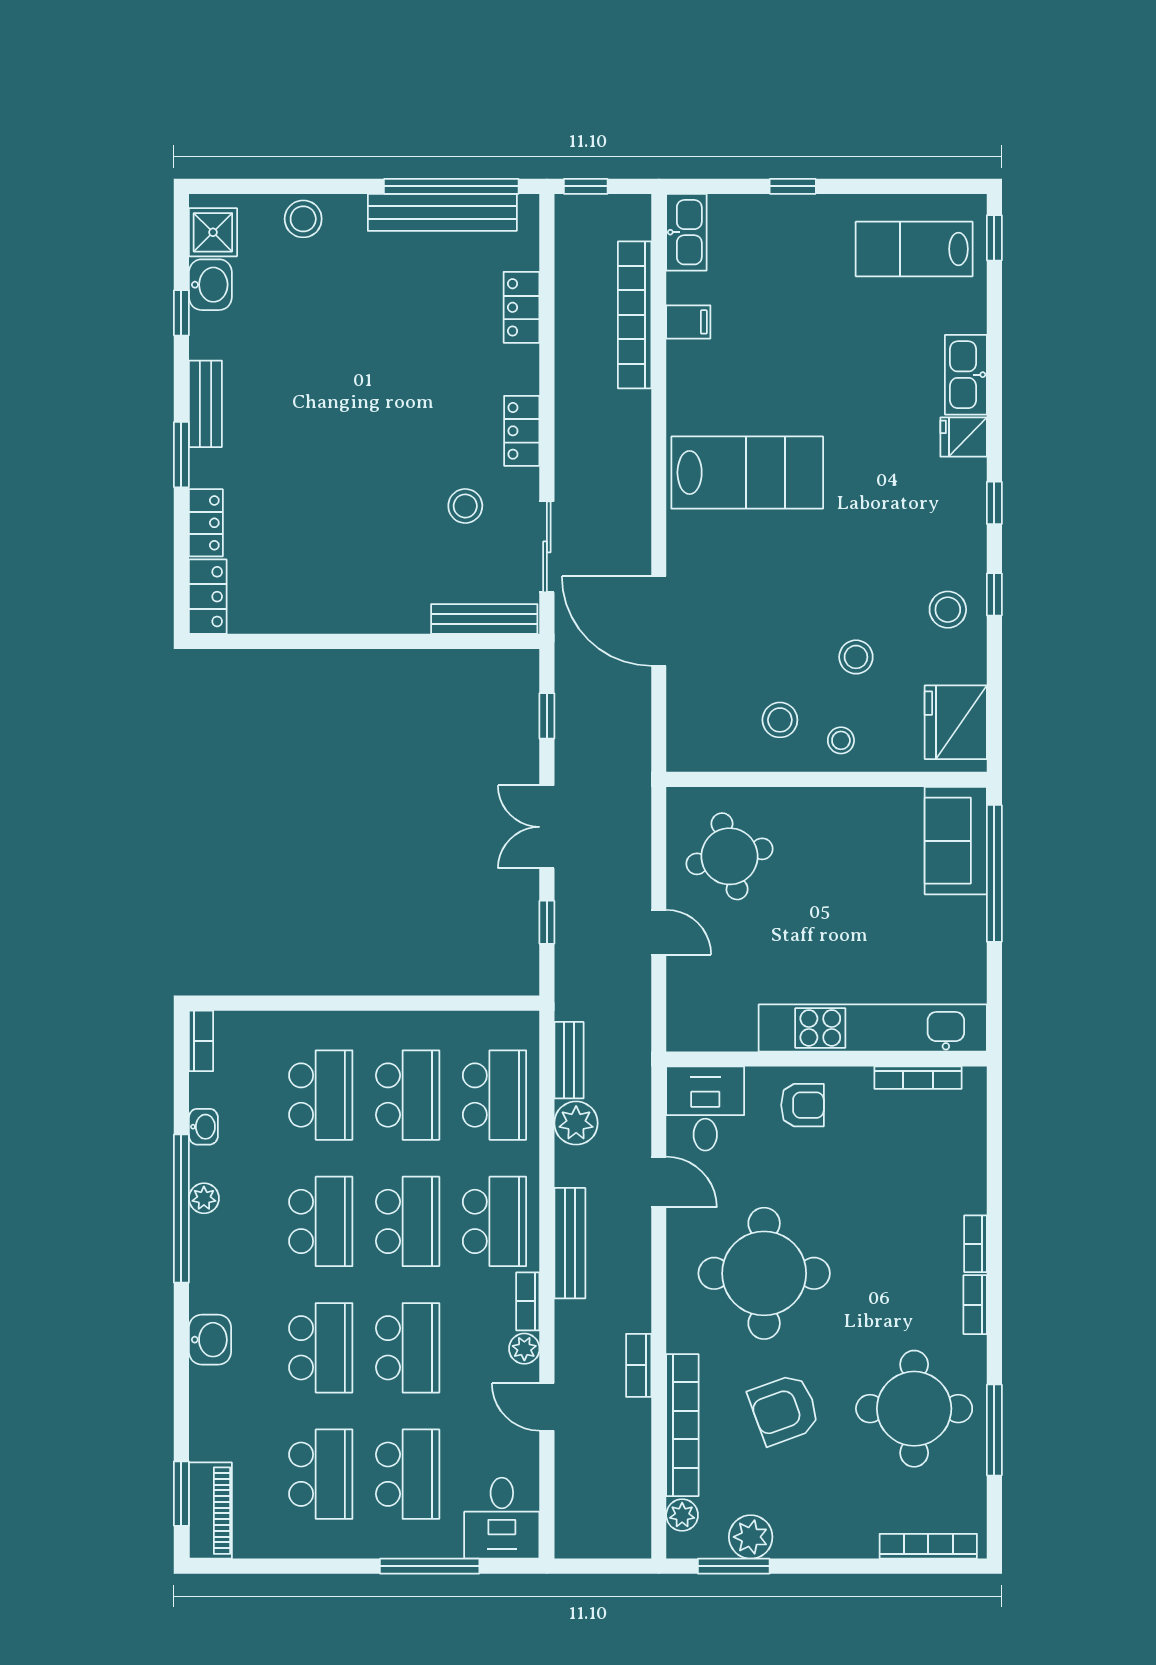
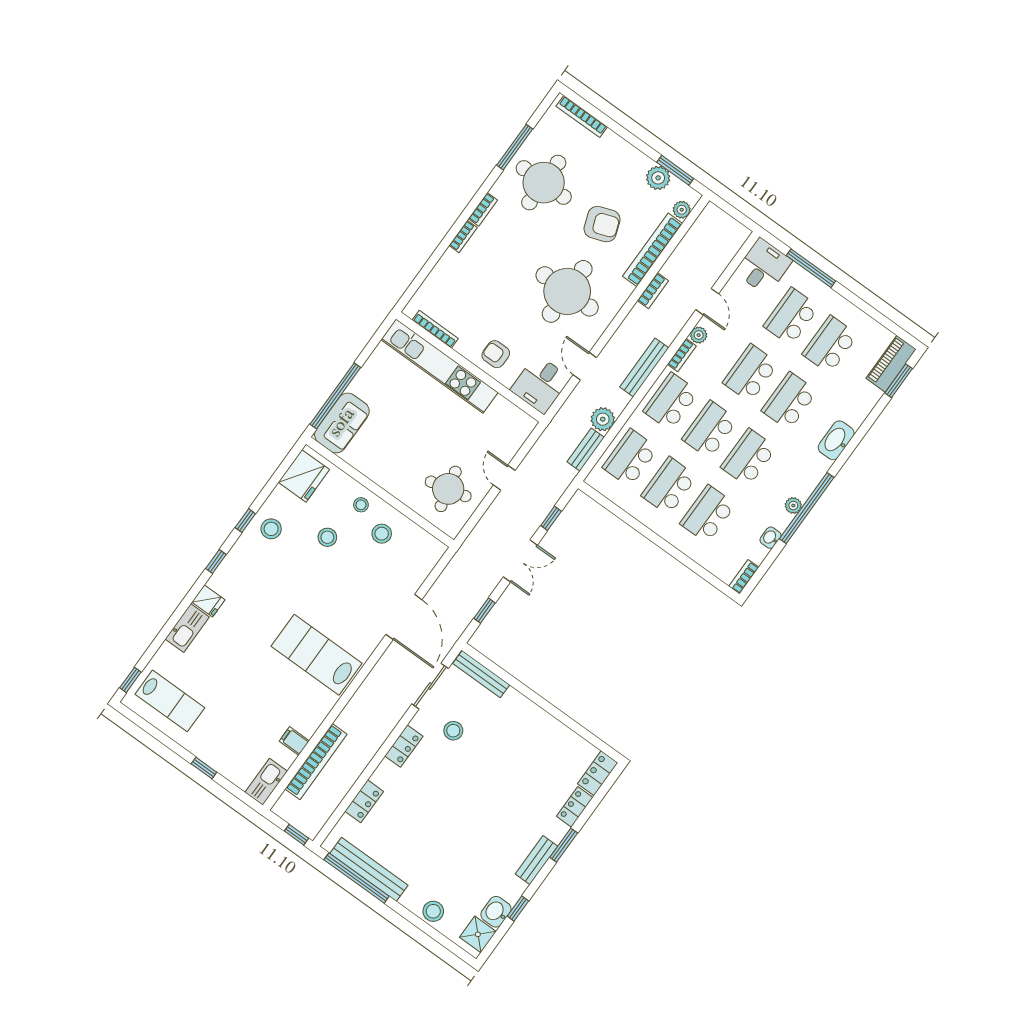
washbasin: (210, 1340) -> (836, 440), width x1.38

